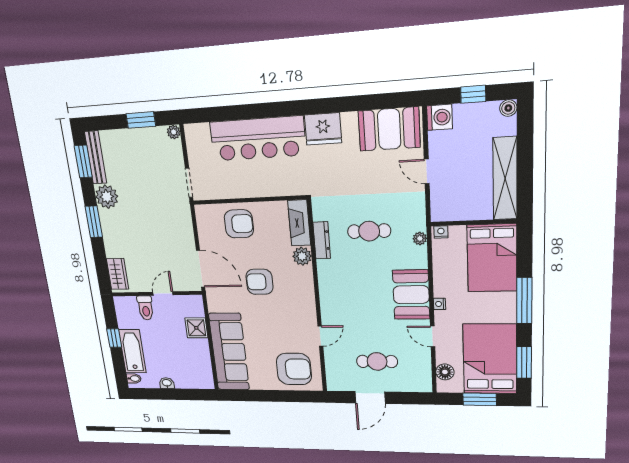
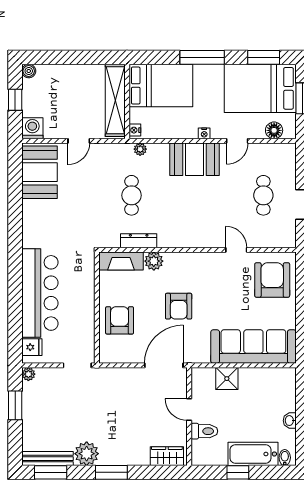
fridge: (323, 129) -> (32, 347), moved, width x0.53, depth x0.75
shelving: (505, 179) -> (115, 100), moved, turned 90

